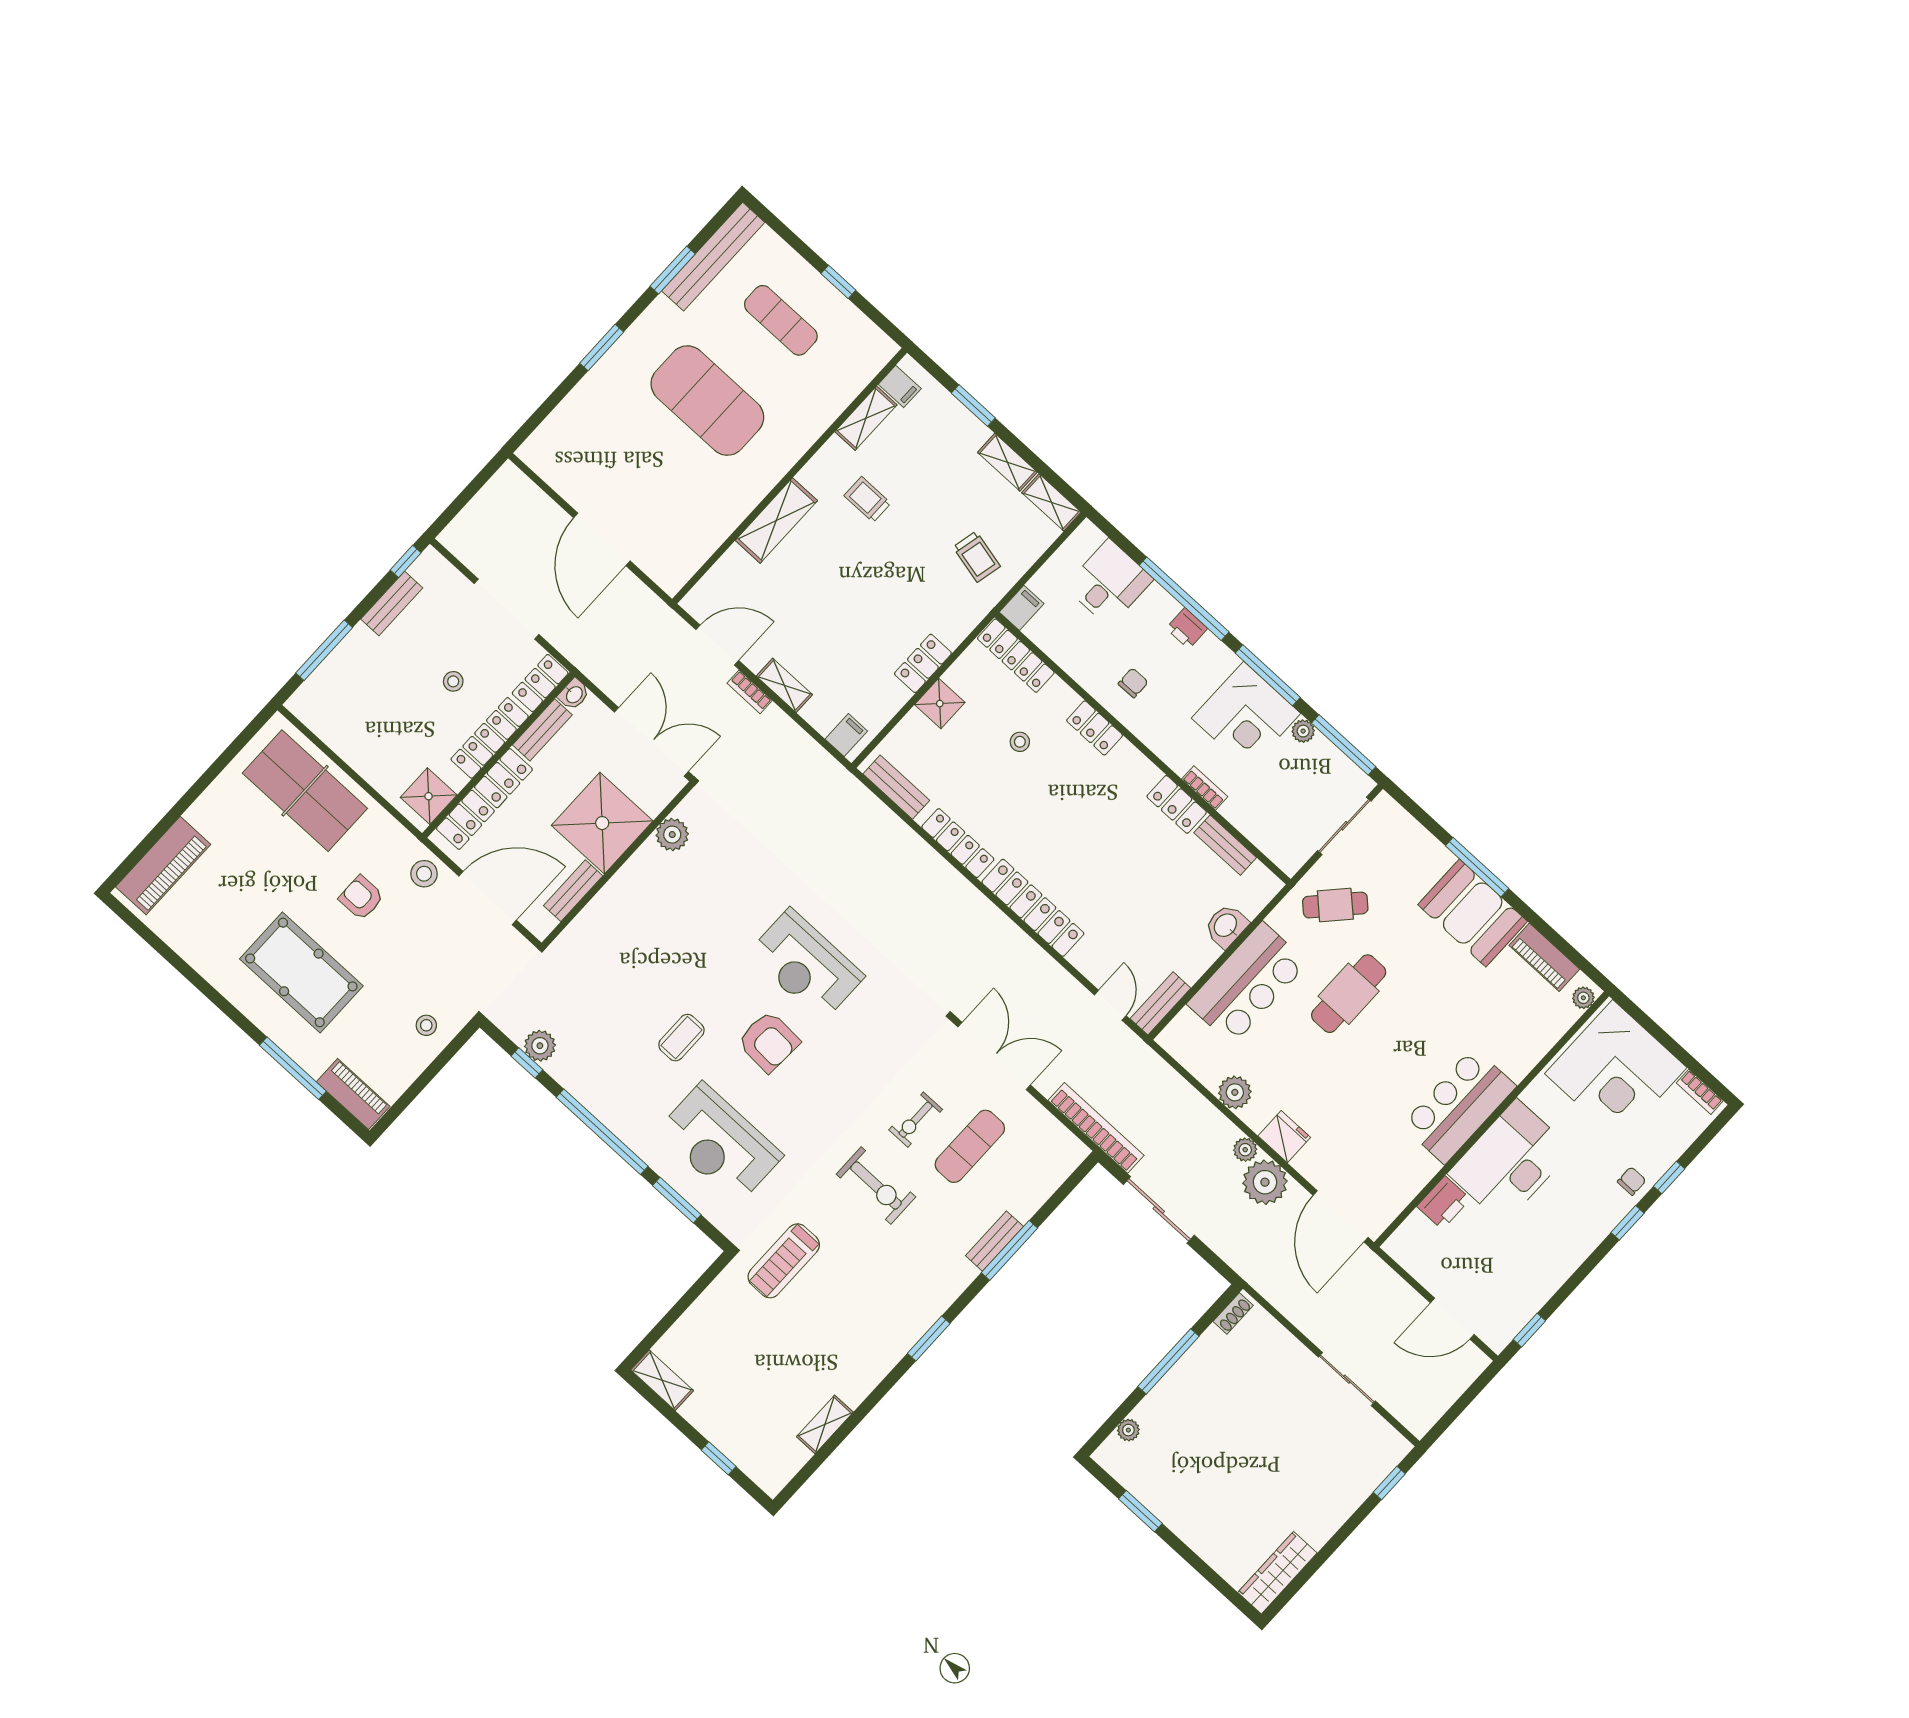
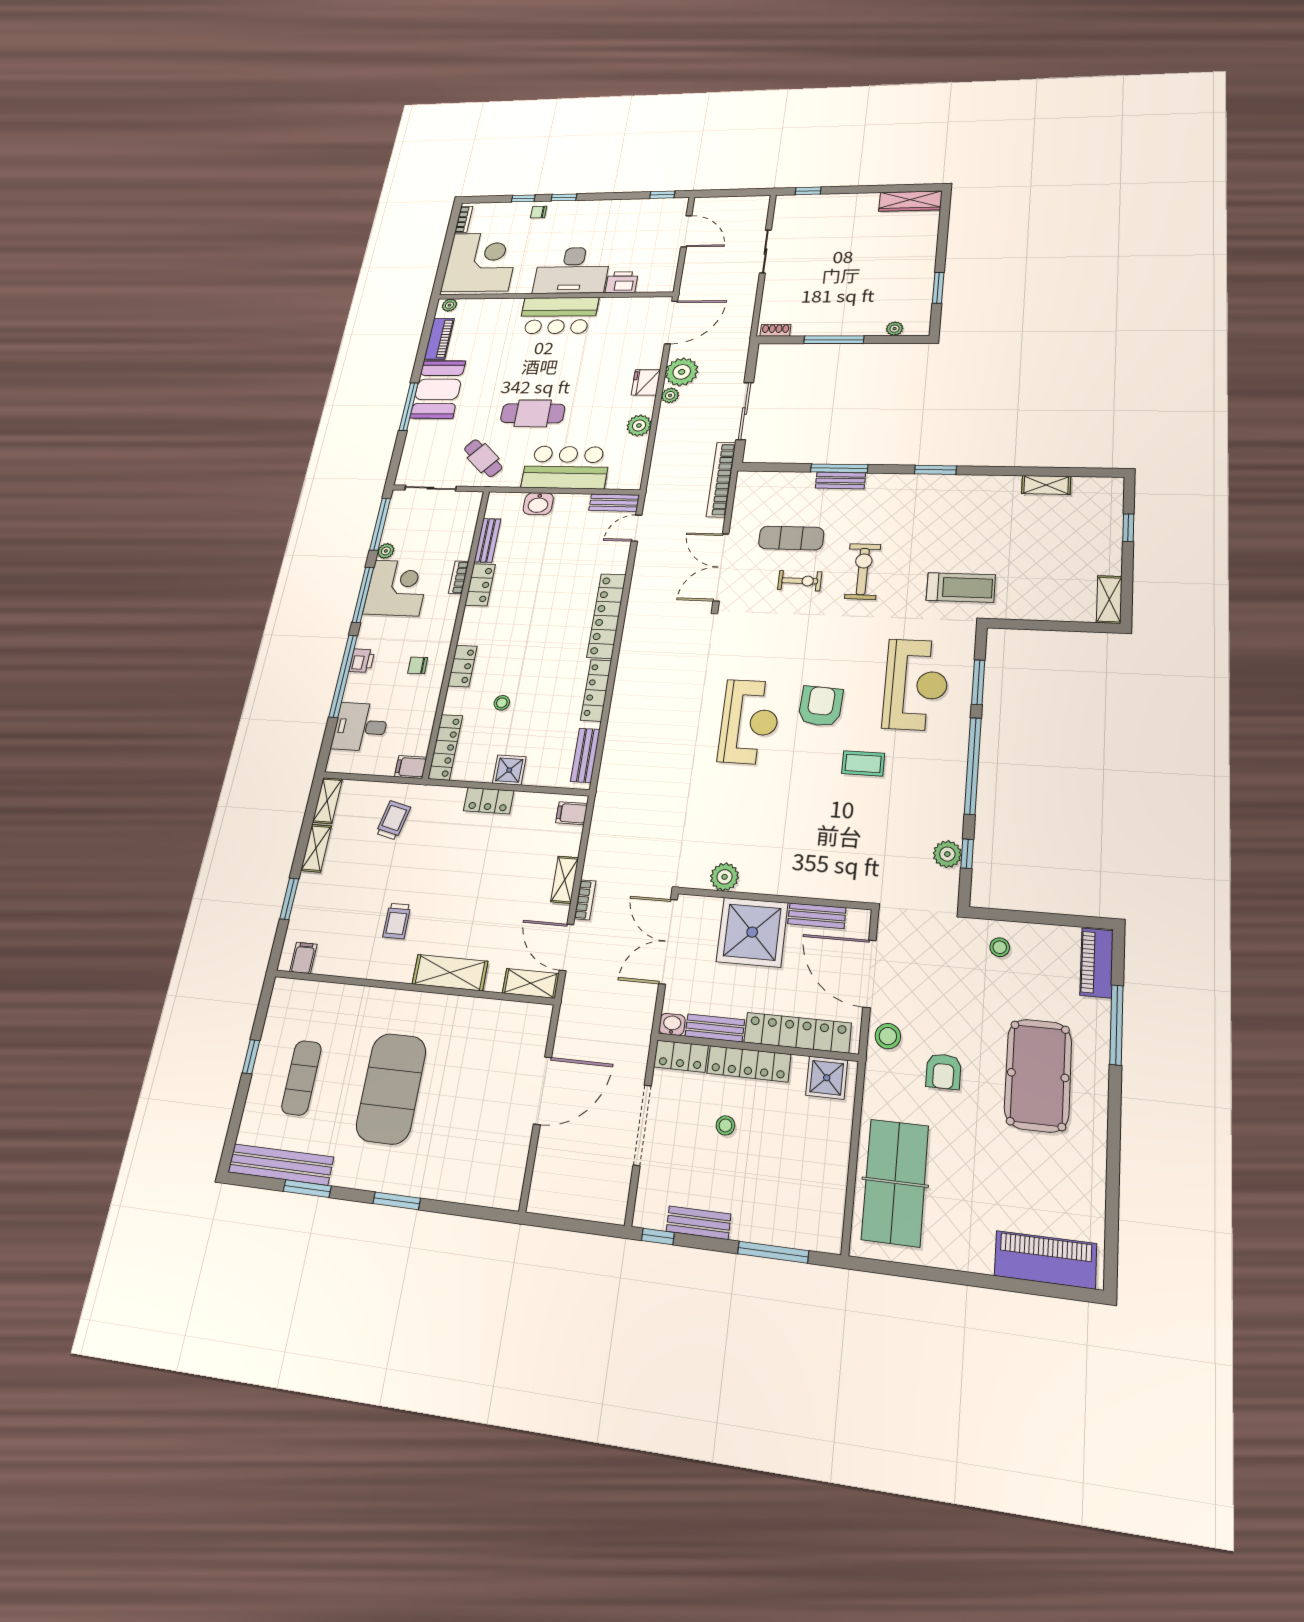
shelving: (866, 418) -> (531, 983), moved

